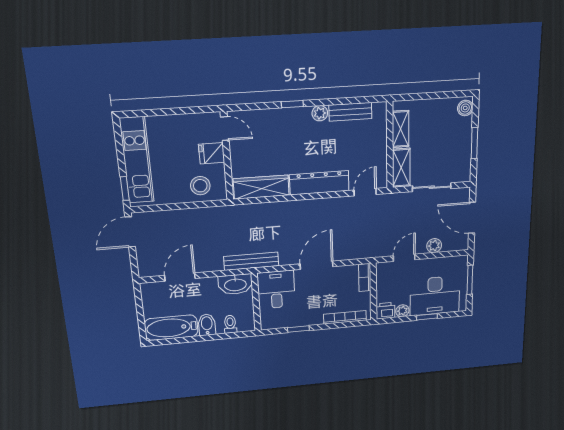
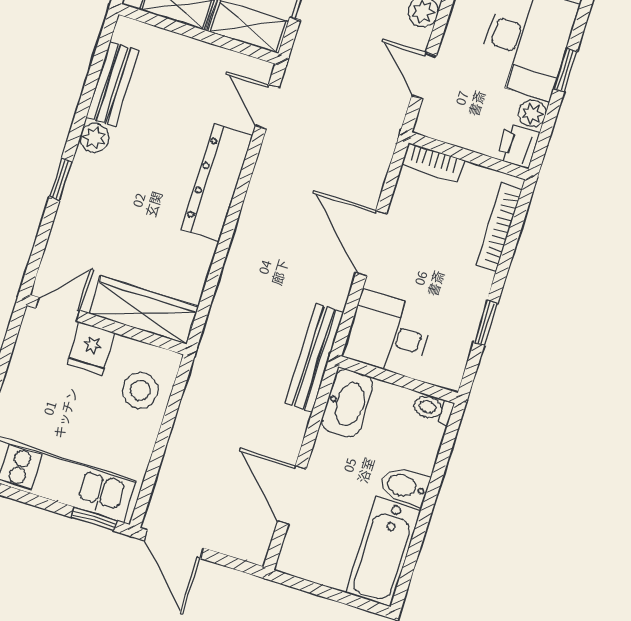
wardrobe: (261, 187) -> (143, 310), moved, turned 90
toilet: (230, 324) -> (433, 409), moved

